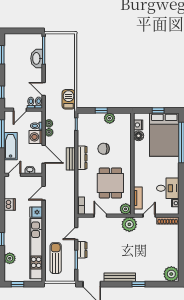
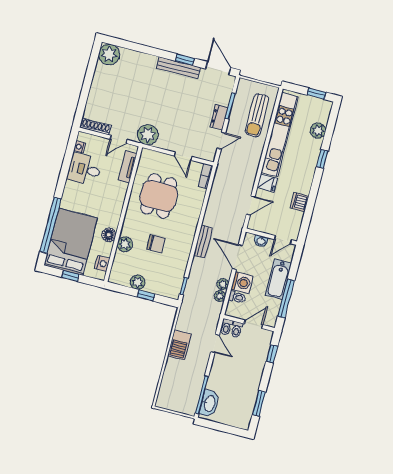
washbasin: (37, 58) -> (209, 403), moved
barbecue: (69, 99) -> (179, 345), moved
floor lamp: (139, 136) -> (109, 235), moved
dresser: (82, 158) -> (188, 239), removed
plant: (126, 209) -> (125, 244), moved
window: (139, 284) -> (185, 60), moved

